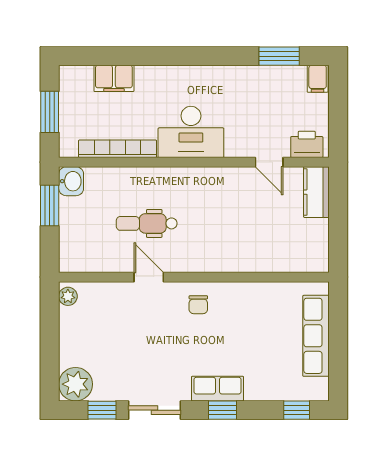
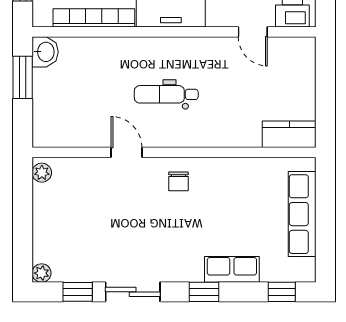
kitchen counter: (316, 192) -> (289, 134), moved, turned 90
dental chair: (147, 223) -> (166, 94), moved
plant: (76, 384) -> (42, 273), width x0.53, depth x0.53
row of seats: (217, 389) -> (232, 269), moved

